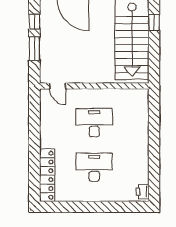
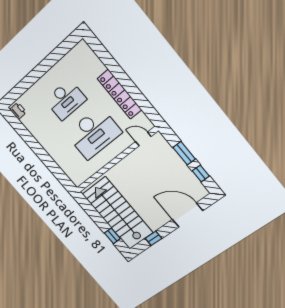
desk: (94, 123) -> (94, 133), width x1.36, depth x1.30
locker: (47, 175) -> (120, 94), moved

